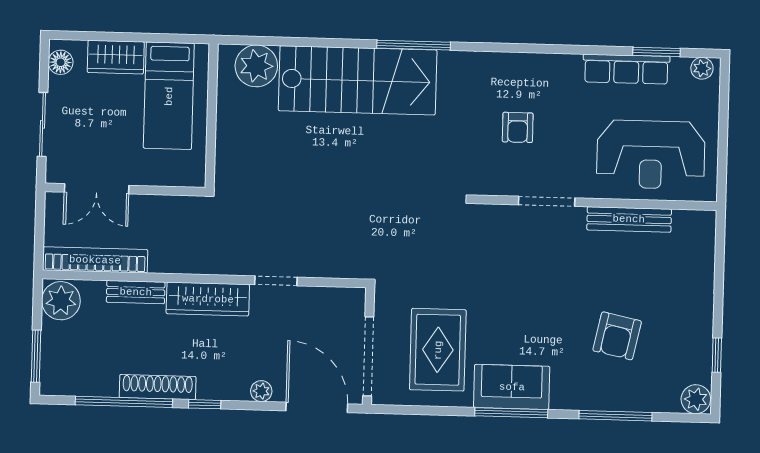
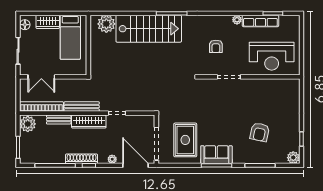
plant: (702, 68) -> (237, 20), moved
bench: (629, 219) -> (82, 107), moved
shoe rack: (158, 387) -> (82, 159), moved

